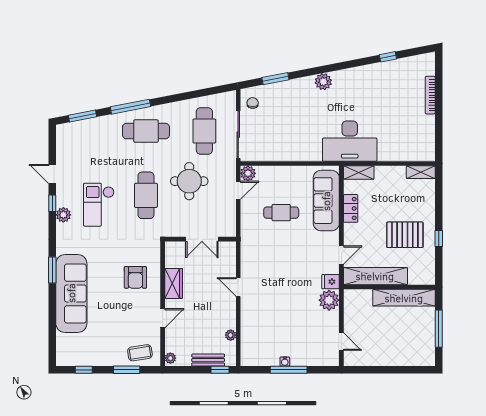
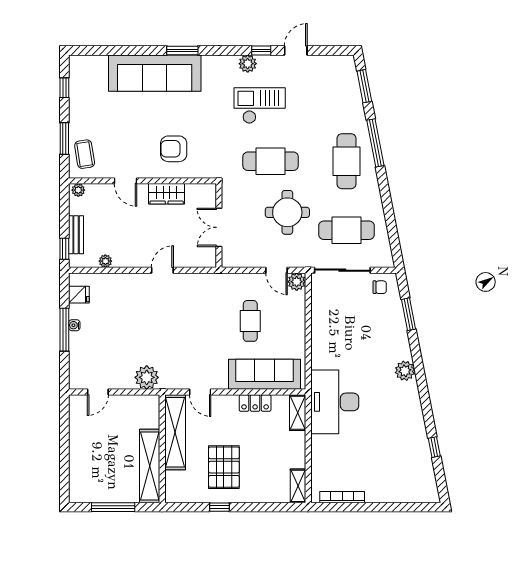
bookcase: (430, 95) -> (342, 497), moved
fridge: (331, 282) -> (79, 295), moved, turned 90

